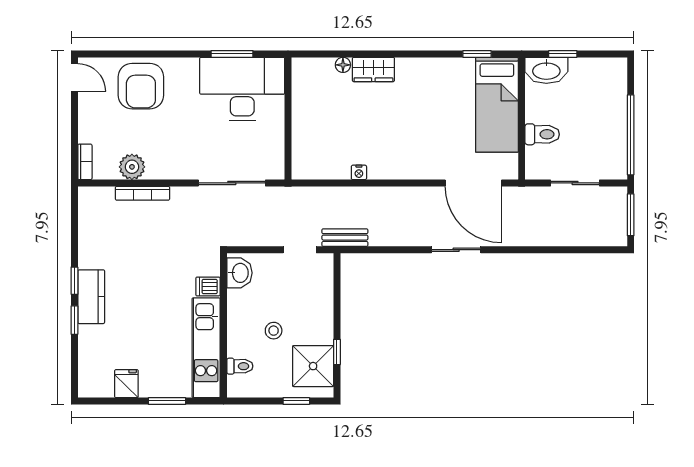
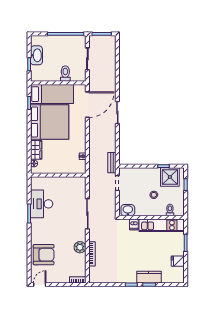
washbasin: (546, 70) -> (36, 55), moved
desk: (242, 89) -> (42, 204), width x0.73, depth x0.77
bed: (435, 99) -> (50, 122), added
wall: (288, 118) -> (58, 175), moved
plant: (132, 167) -> (80, 247), moved
kitchen counter: (91, 297) -> (149, 277), moved

